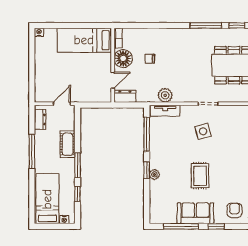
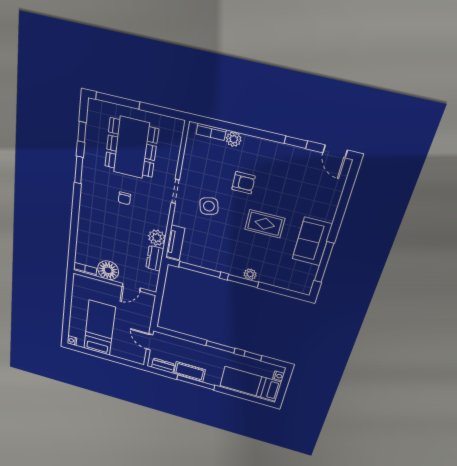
window: (206, 25) -> (79, 170), width x0.69
bed: (84, 40) -> (99, 328), moved, turned 180
chair: (150, 59) -> (124, 198), moved
door: (113, 80) -> (131, 287), swing flipped
dresser: (125, 96) -> (155, 258), moved
cot: (68, 144) -> (189, 372), moved
window: (147, 170) -> (243, 281), width x1.50
armchair: (234, 210) -> (243, 183), moved, turned 180
window: (216, 226) -> (337, 221), removed

